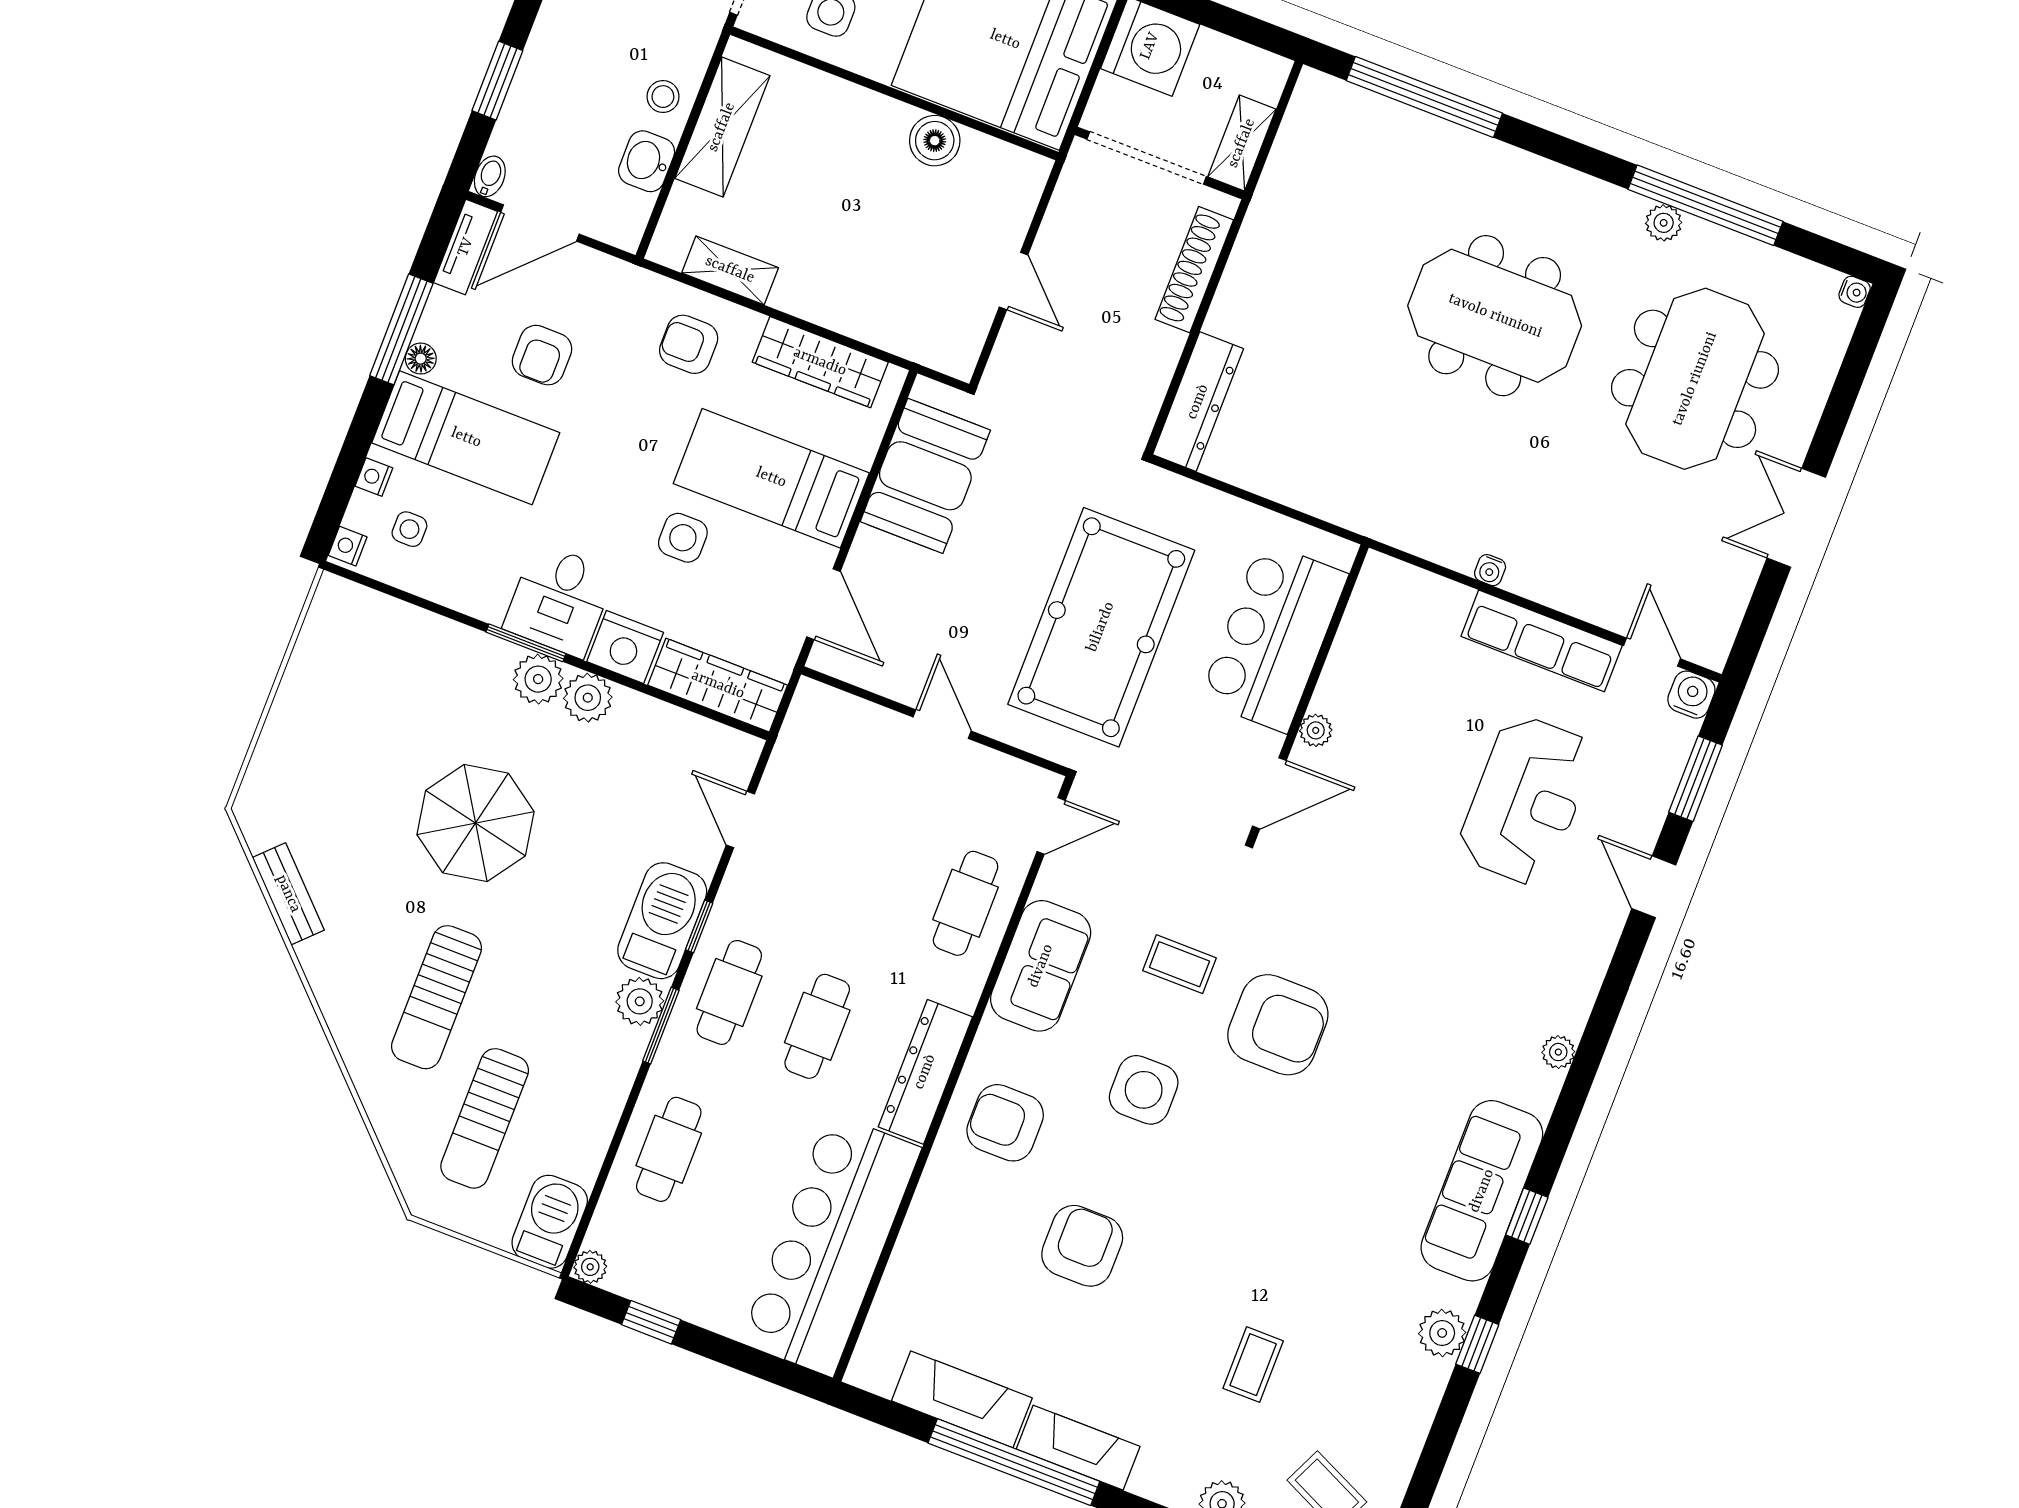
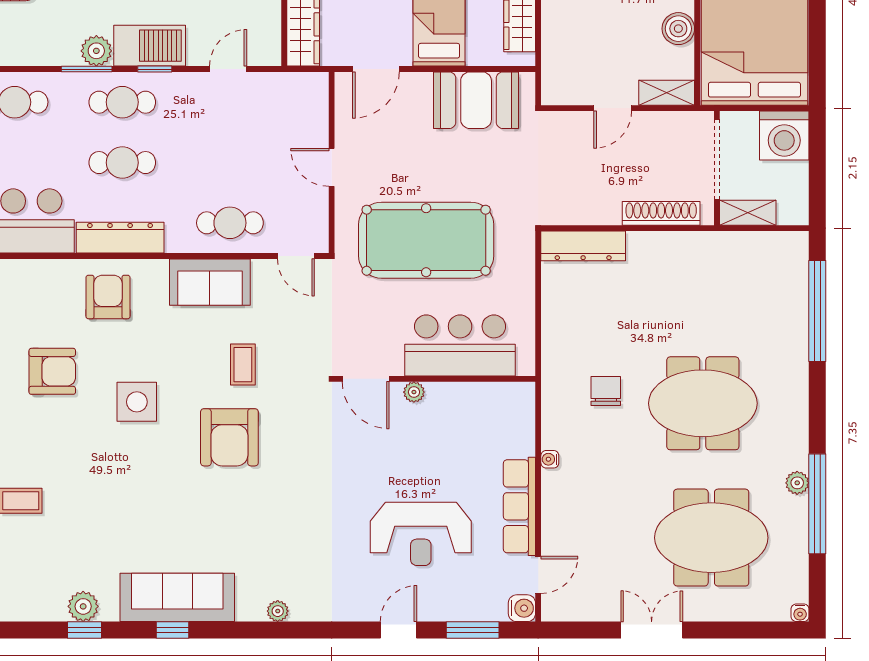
shelving: (1022, 194) -> (667, 93), added
meeting table: (1495, 316) -> (703, 403), turned 90
chair: (1422, 450) -> (606, 391), added
door: (942, 724) -> (332, 167), swing flipped
side table: (1144, 1090) -> (137, 402), moved

